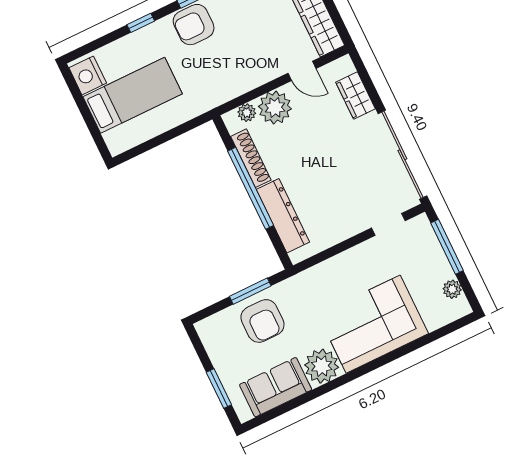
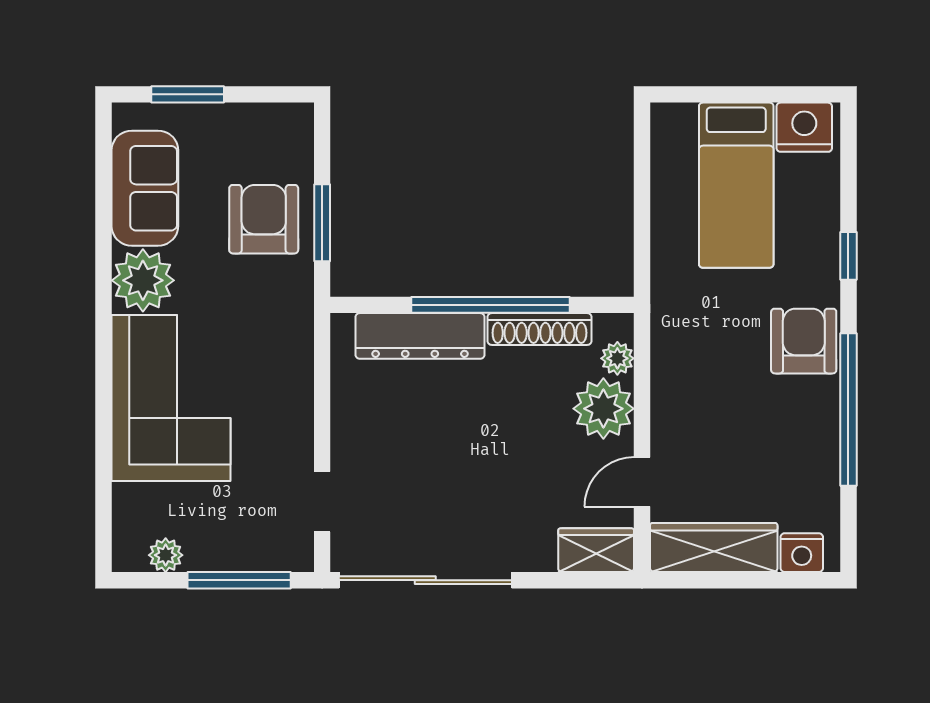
wardrobe: (356, 96) -> (596, 550), moved
armchair: (262, 321) -> (264, 219), turned 90

